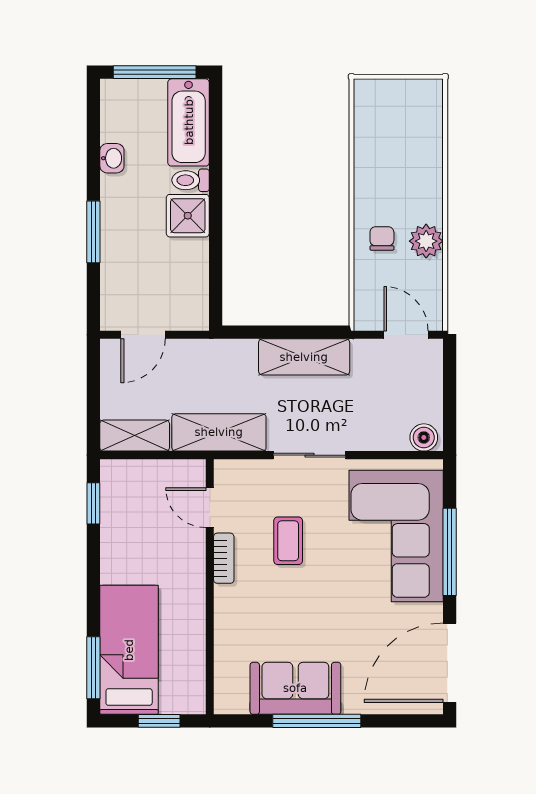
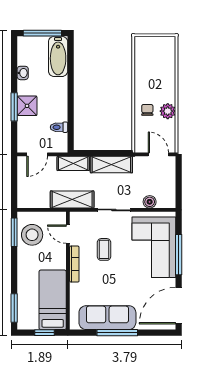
toilet: (191, 180) -> (59, 127), moved
shower: (188, 216) -> (27, 106), moved
shelving: (135, 436) -> (73, 163), moved
boiler: (424, 437) -> (150, 202), moved
window: (93, 503) -> (14, 232), width x1.50
stool: (132, 509) -> (32, 235), added
bookcase: (224, 558) -> (74, 264), width x1.56
bed: (129, 650) -> (53, 300), moved
sofa: (295, 688) -> (107, 318), width x1.36

